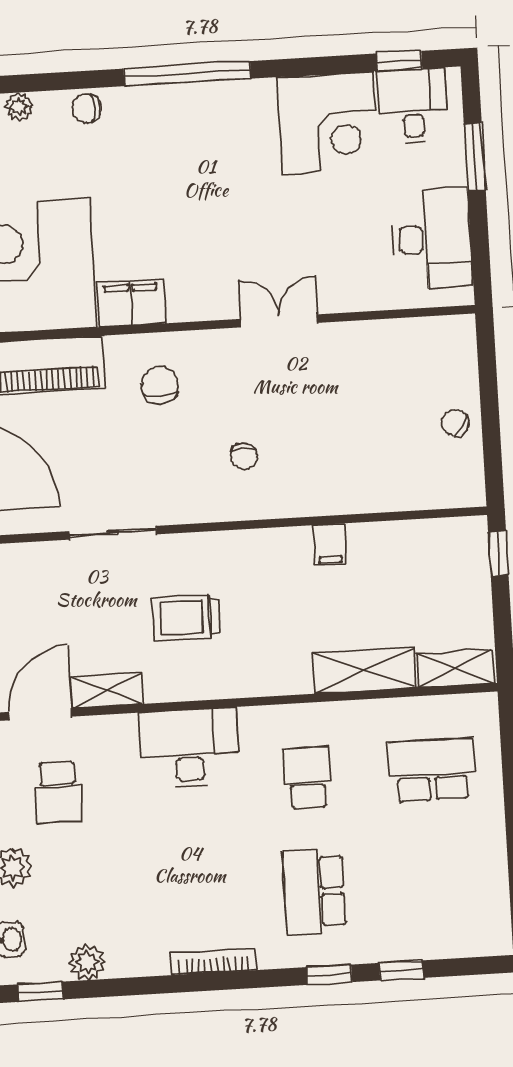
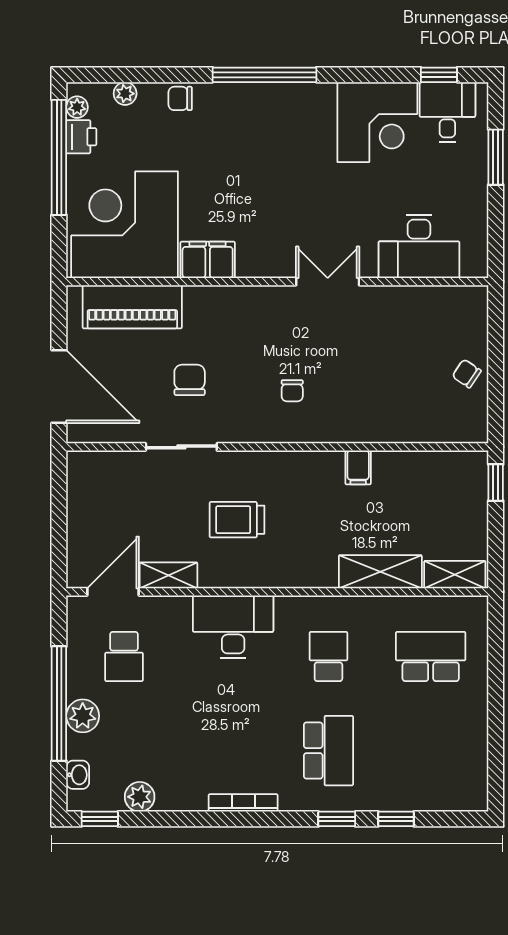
desk: (432, 239) -> (419, 246), moved, turned 90
chair: (160, 385) -> (190, 380), moved
school desk: (314, 892) -> (328, 751), turned 180

